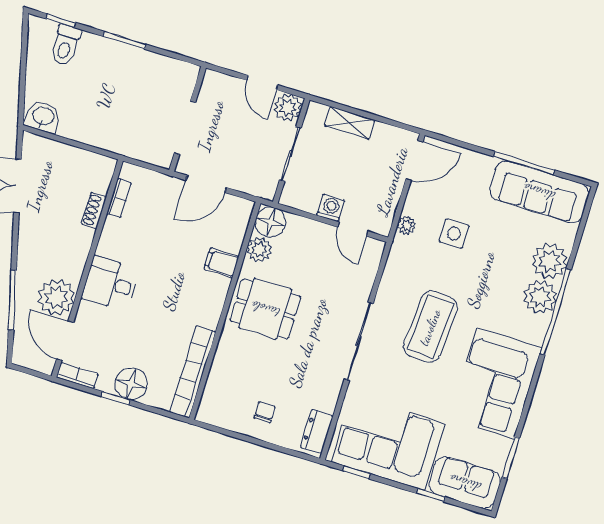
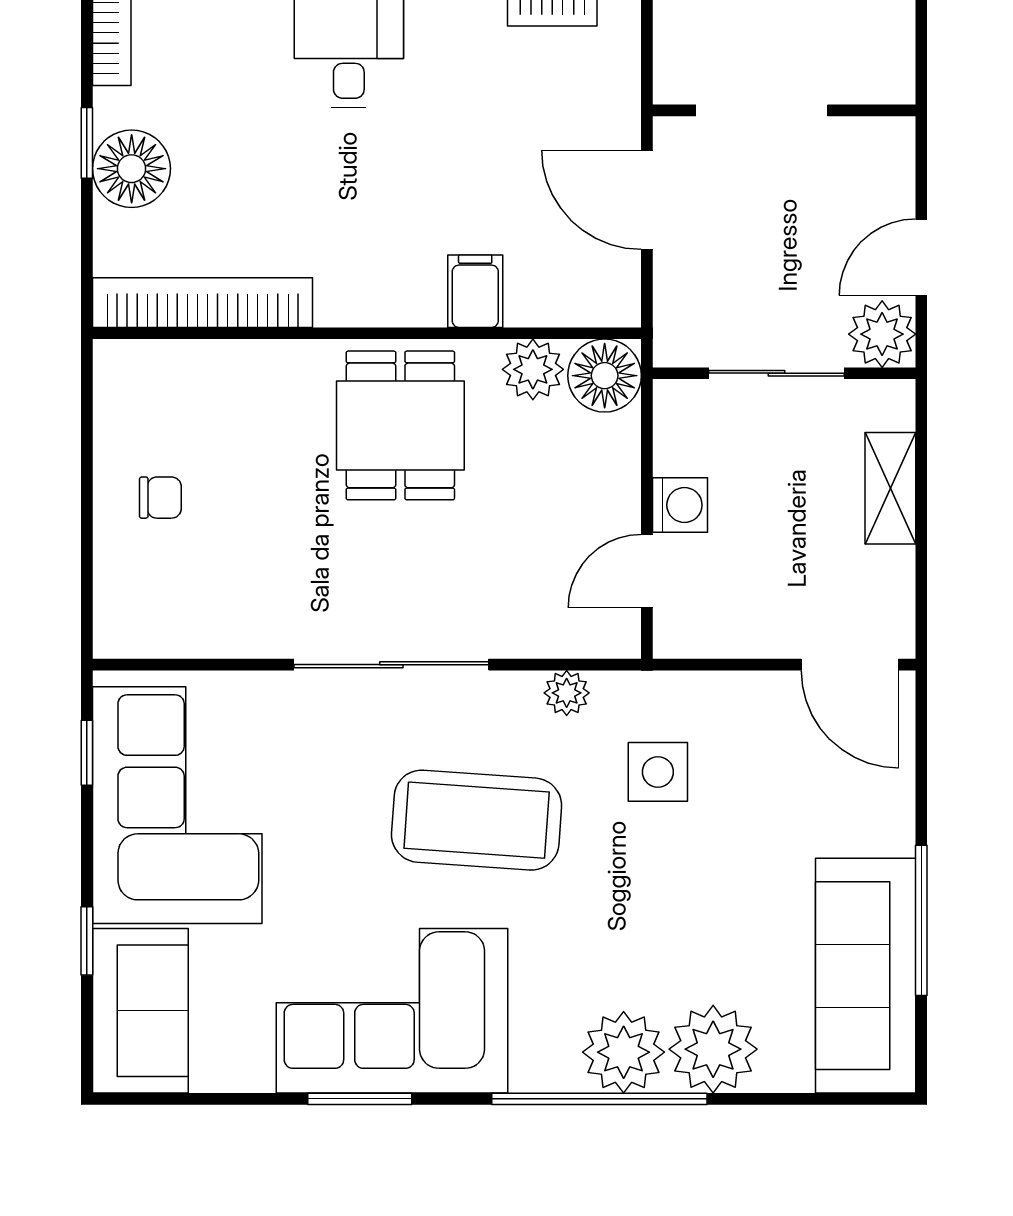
plant: (407, 225) -> (567, 693), moved
side table: (454, 233) -> (658, 772), moved
dresser: (317, 431) -> (154, 632), removed
window: (511, 458) -> (360, 1099), moved

